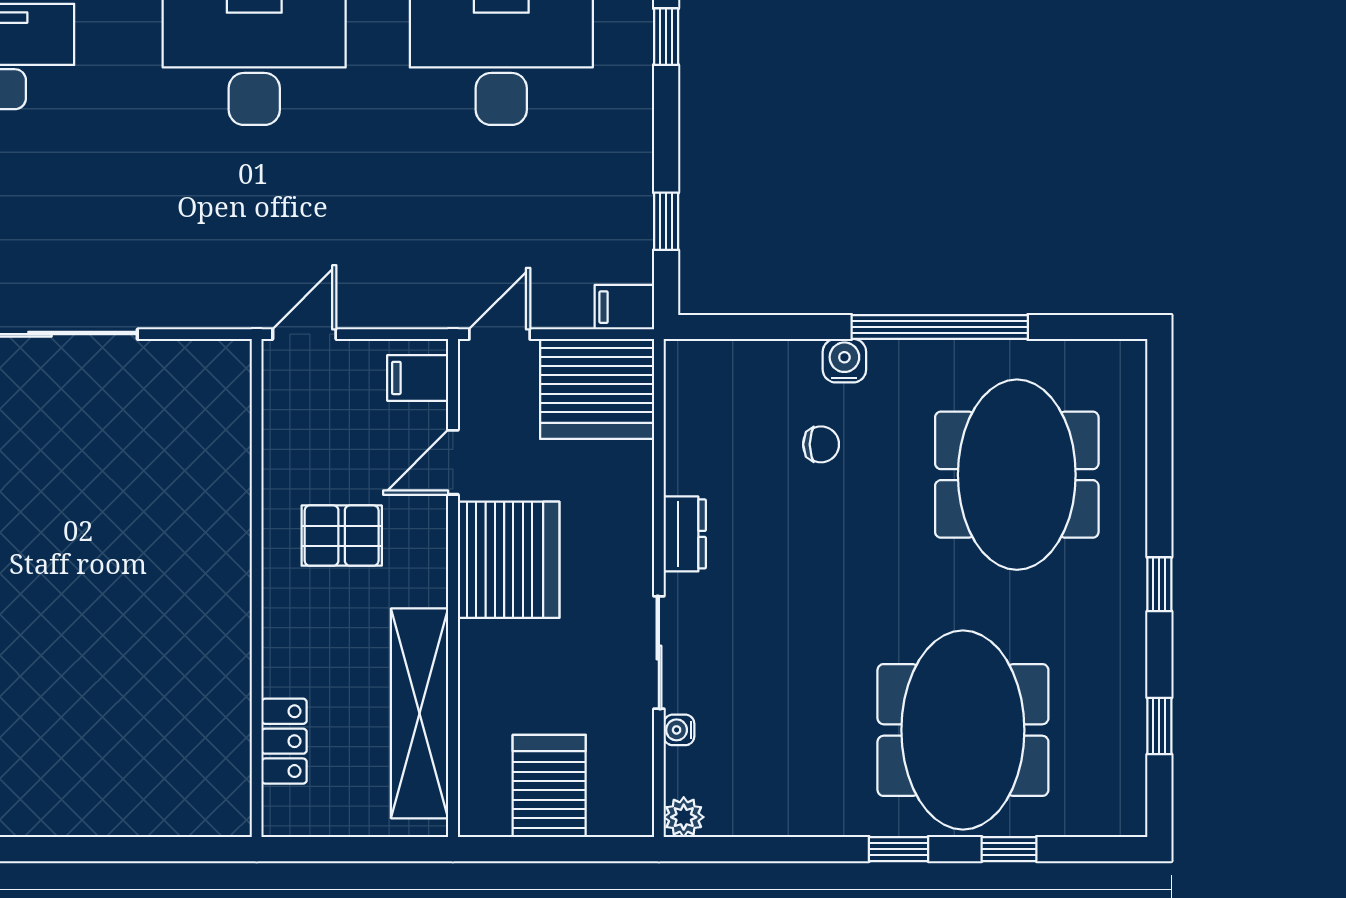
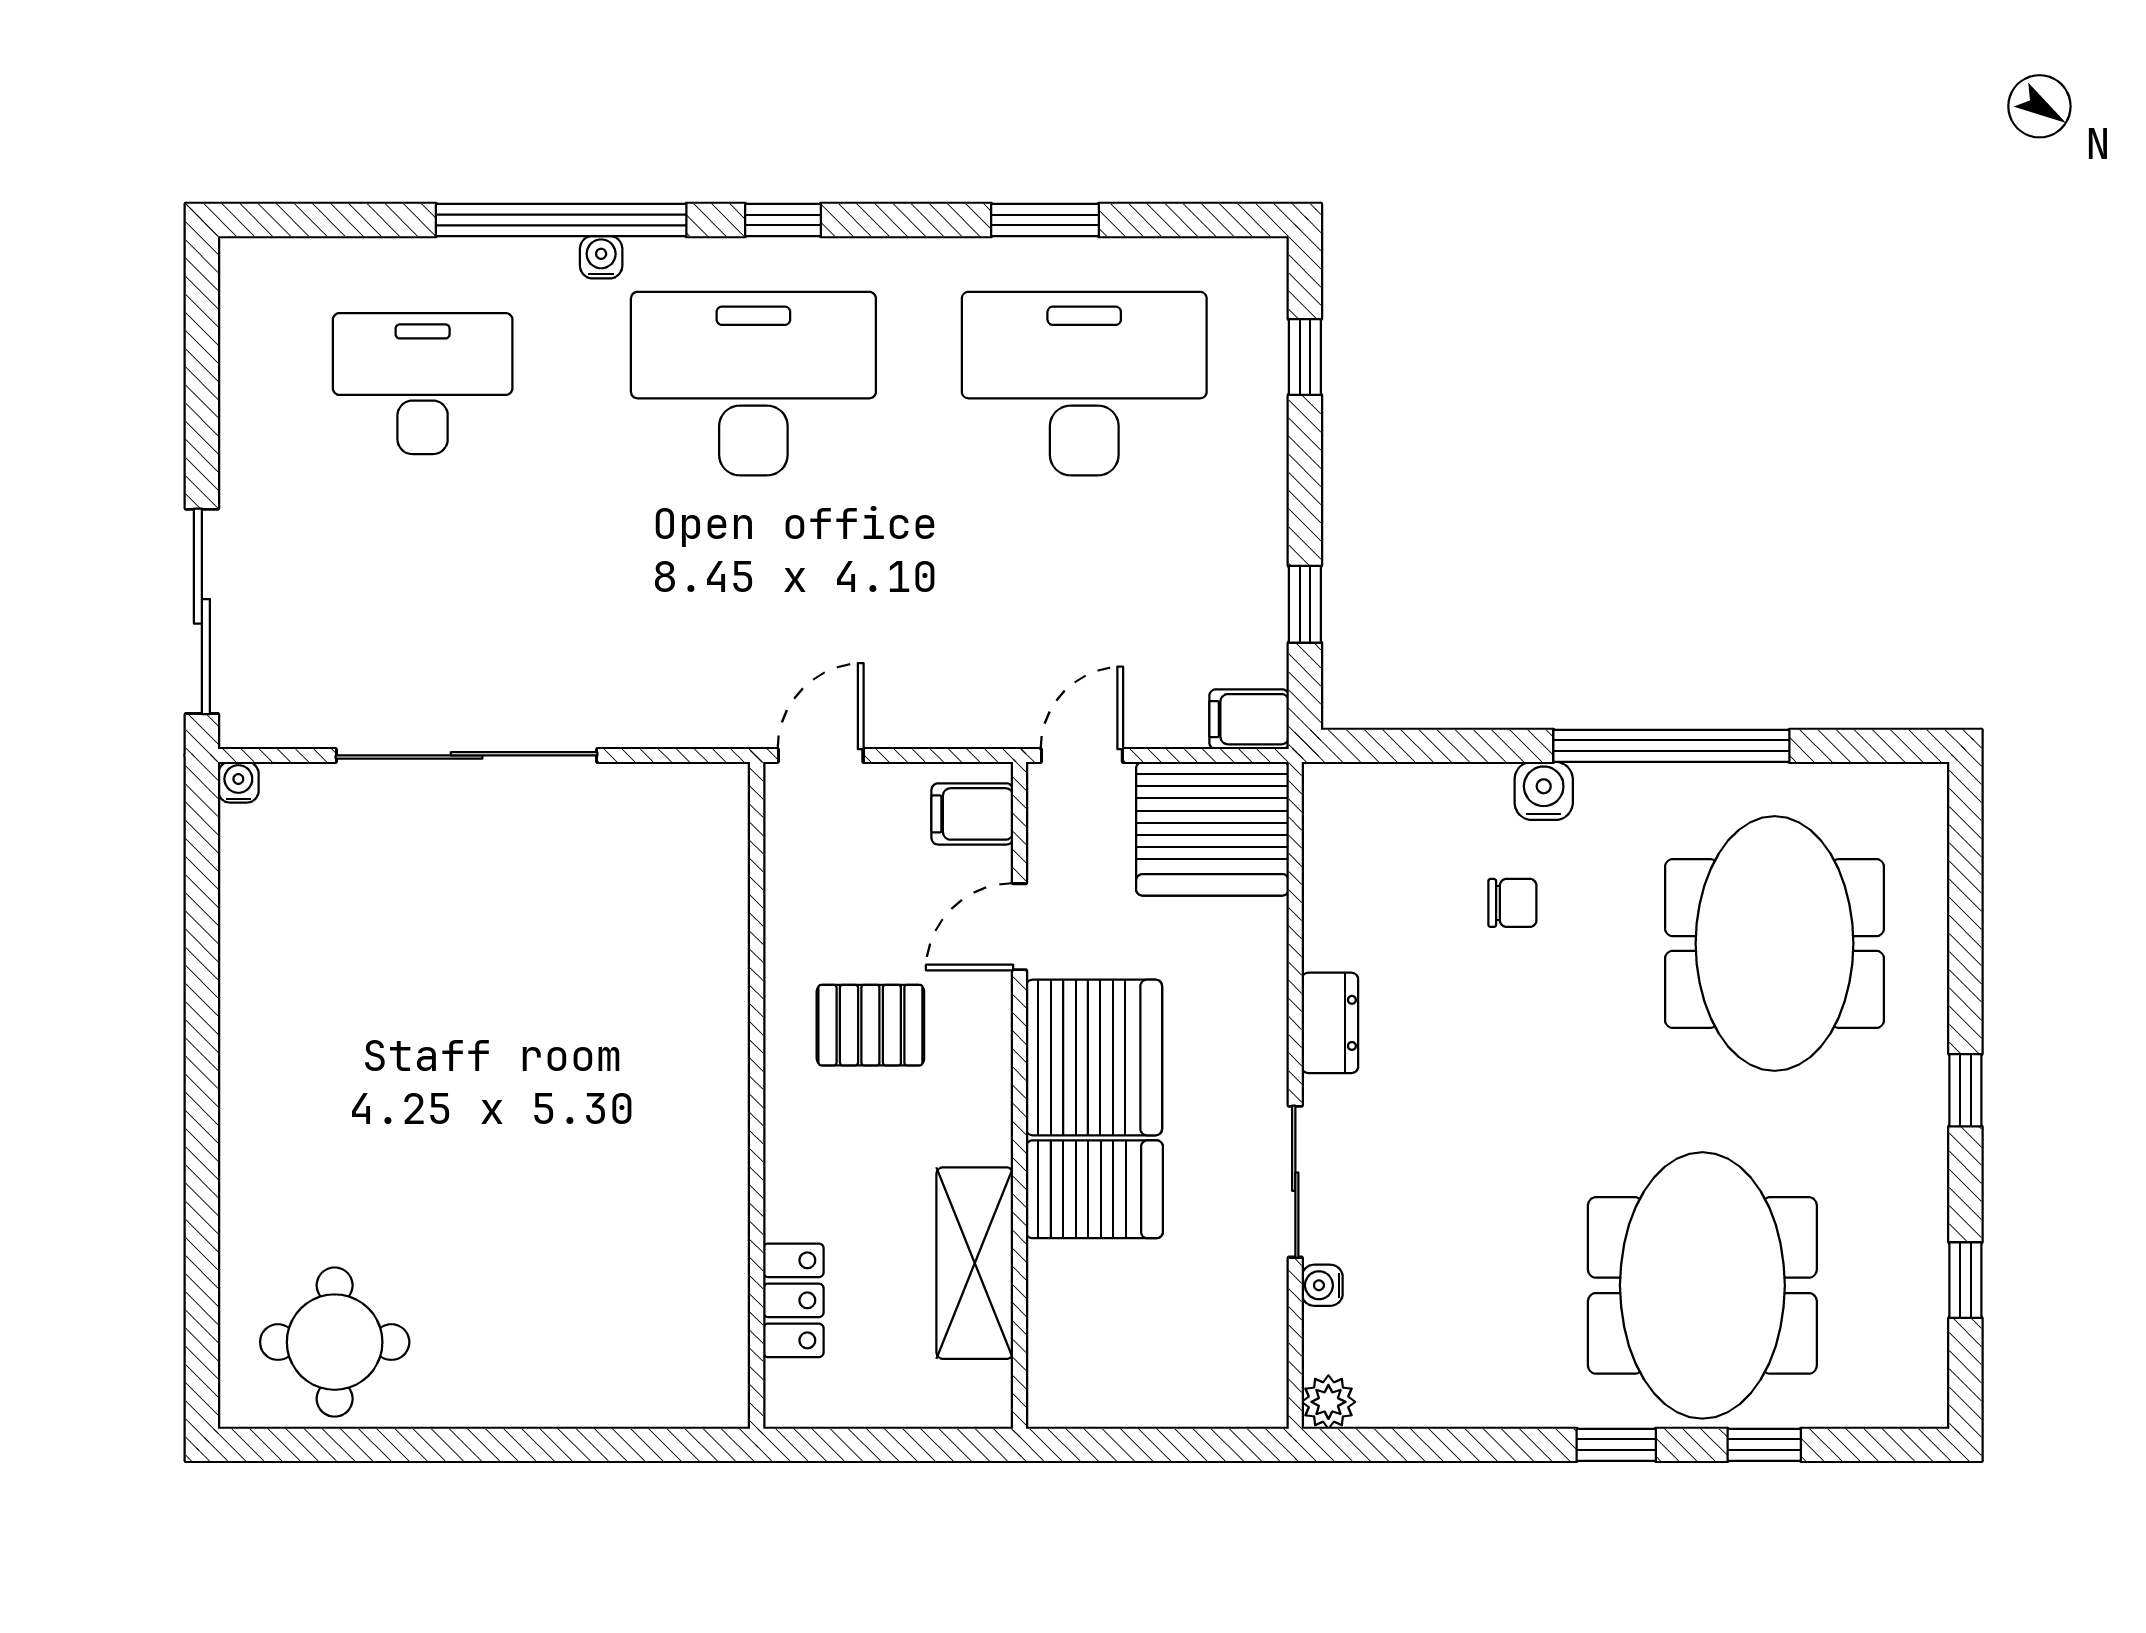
shelving: (420, 713) -> (975, 1263), width x0.68
server rack: (549, 786) -> (1094, 1189), moved, turned 90

